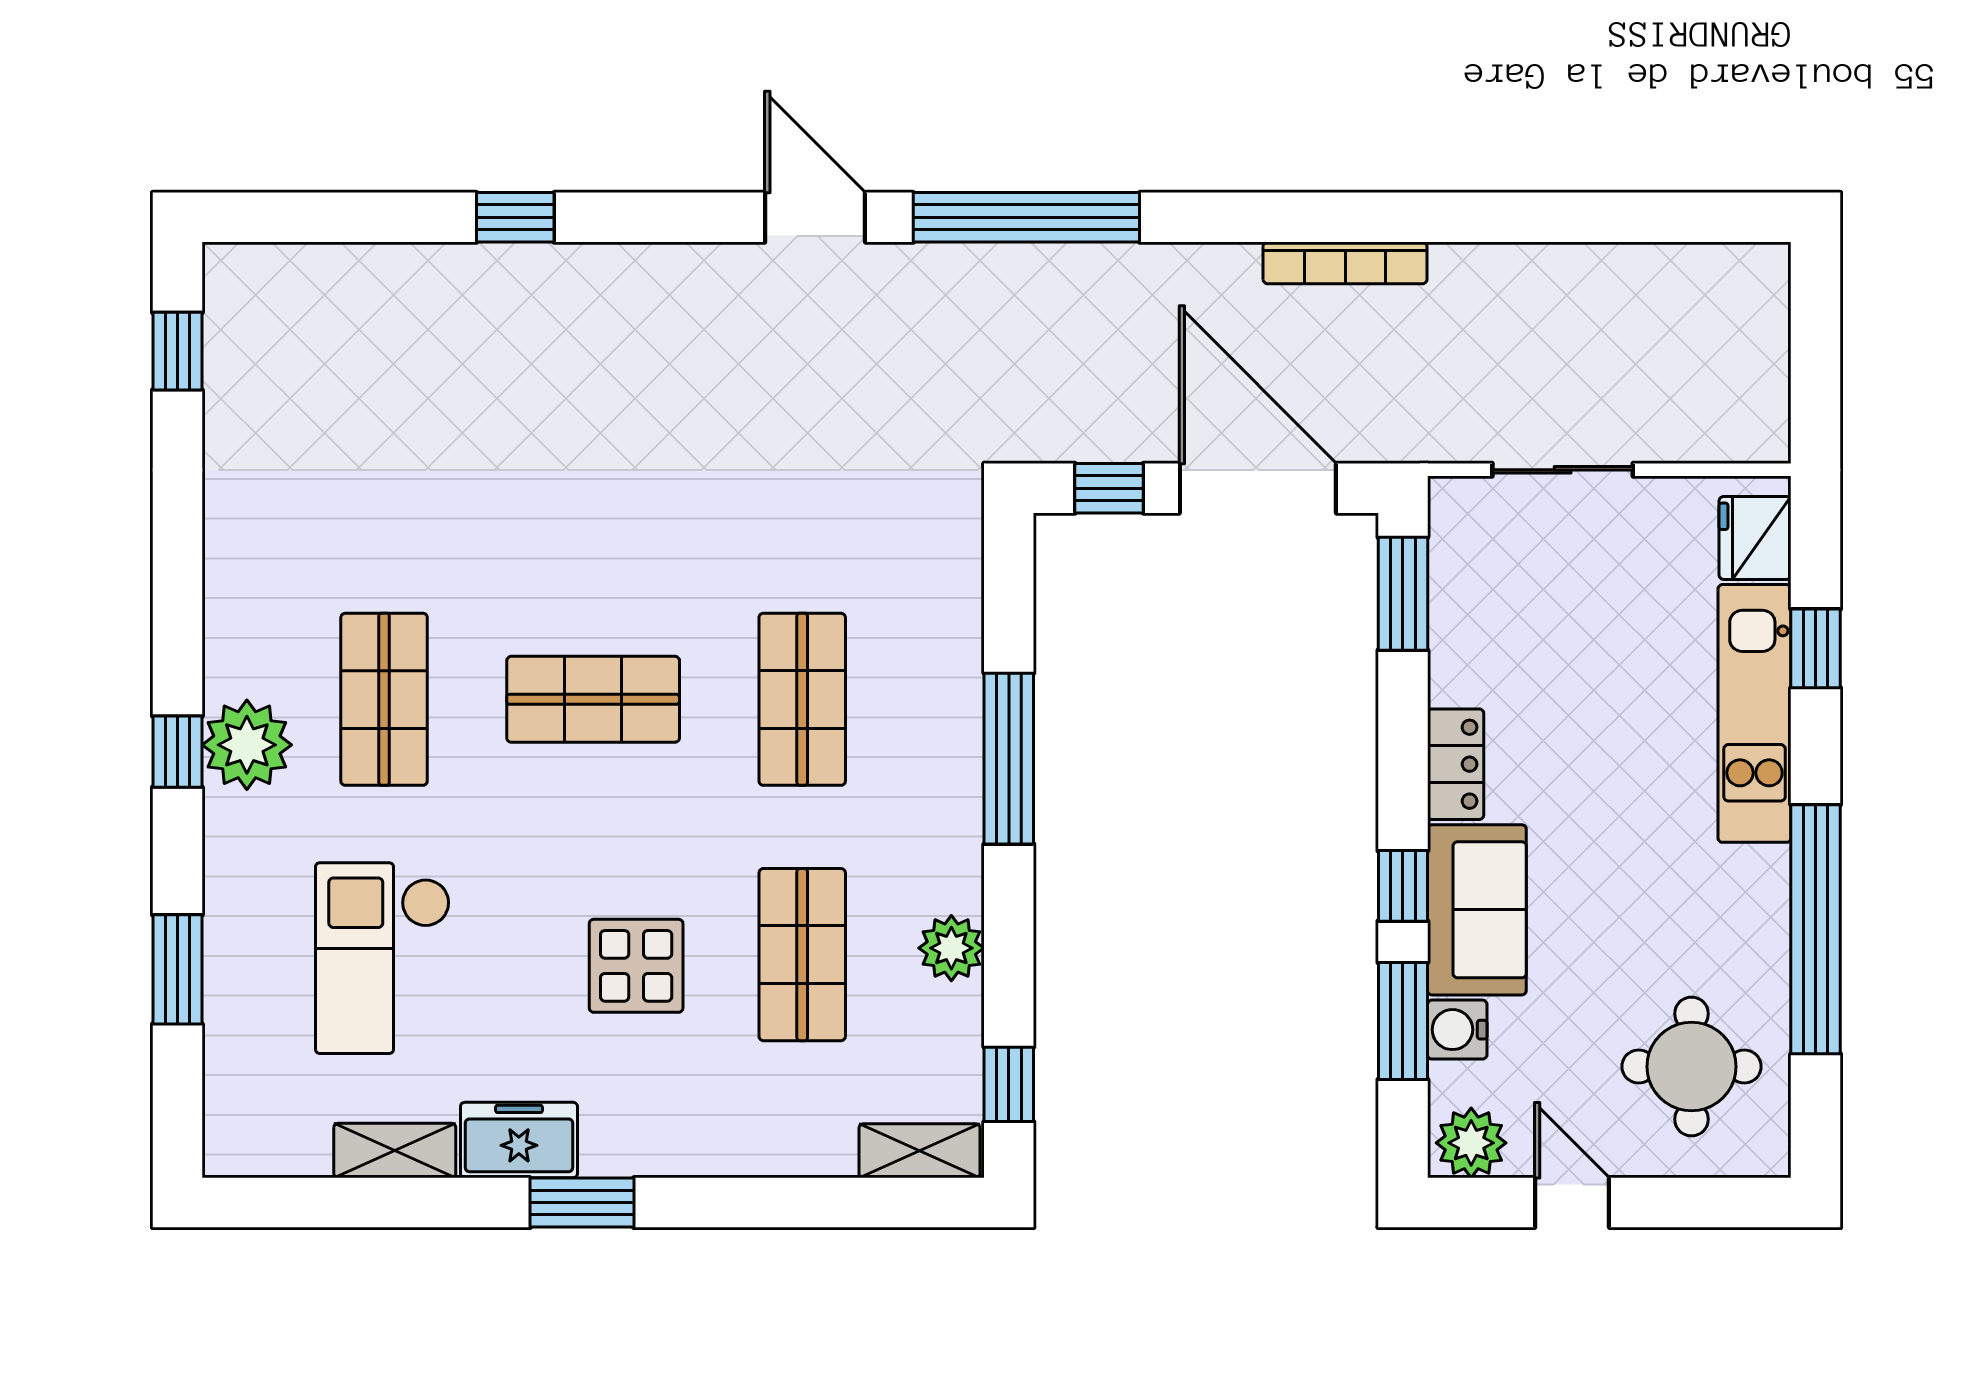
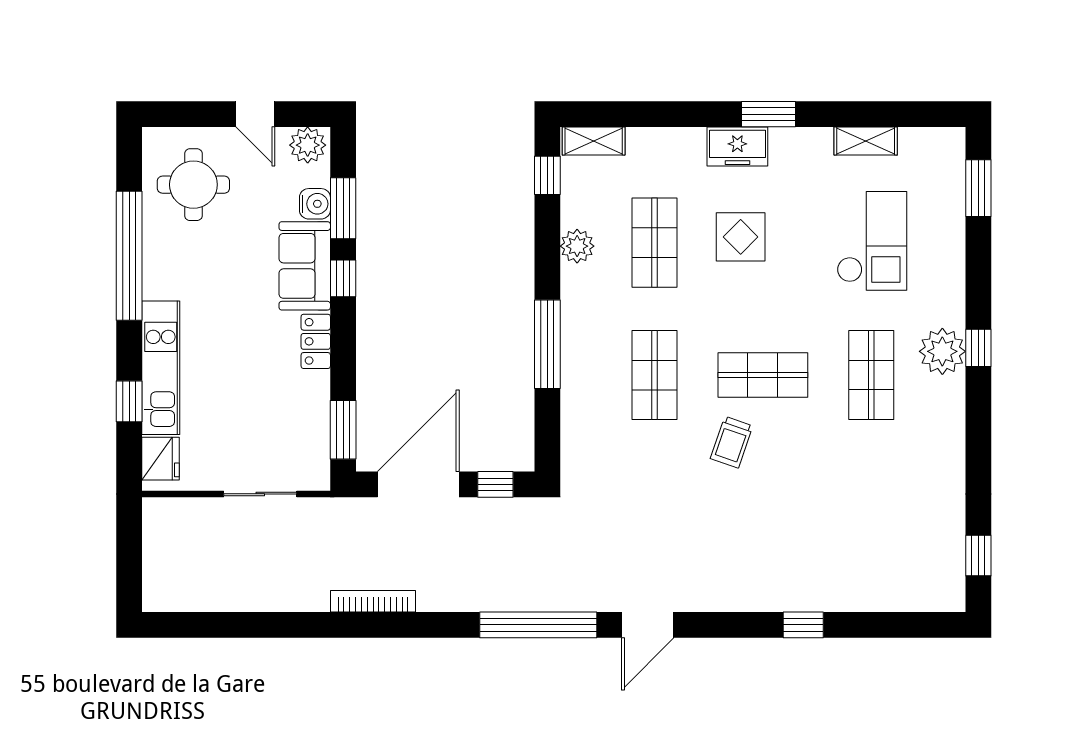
door: (815, 217) -> (648, 625), hinge flipped
door: (1258, 488) -> (418, 484), swing flipped
trolley: (653, 570) -> (732, 442), added
window: (177, 969) -> (978, 188), moved
freezer: (519, 1140) -> (737, 147), moved

